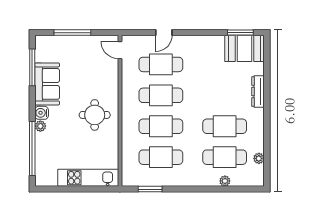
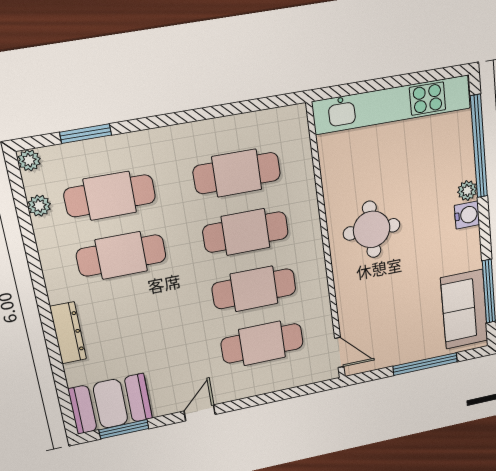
door: (164, 33) -> (200, 413), moved
sofa: (47, 84) -> (464, 309), moved
kitchen unit: (88, 178) -> (392, 105), width x1.36
plant: (225, 181) -> (29, 160), moved
window: (150, 189) -> (86, 134), moved

